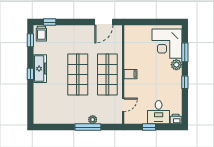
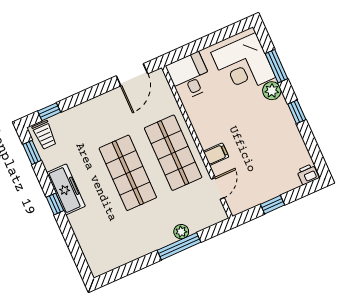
filing cabinet: (130, 74) -> (216, 154), moved
desk: (159, 112) -> (190, 76), moved, turned 180

